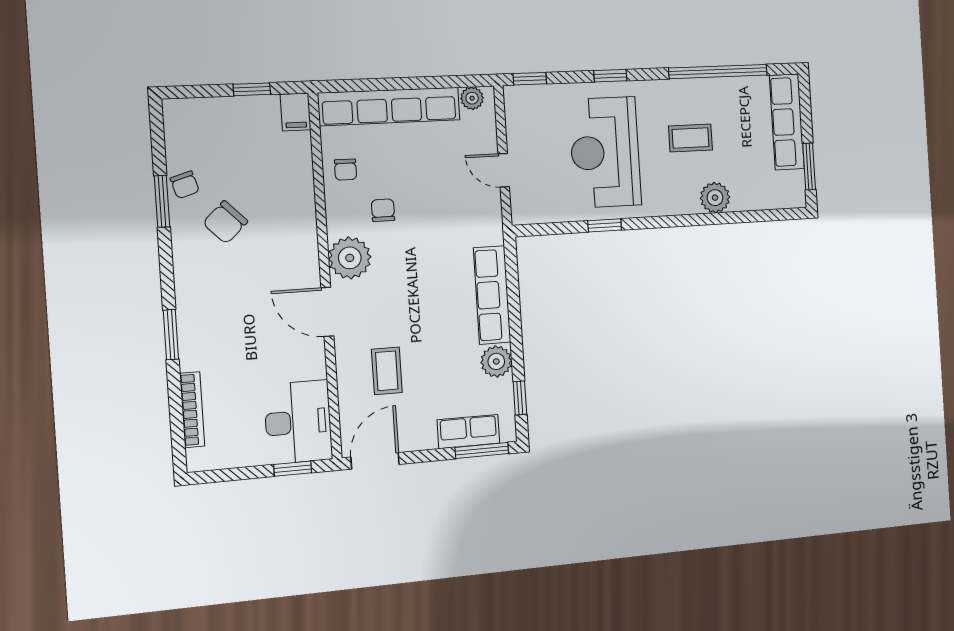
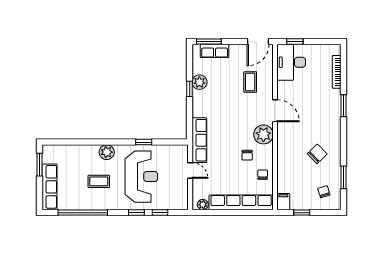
window: (530, 79) -> (160, 213), moved
chair: (185, 185) -> (324, 192), moved
plant: (715, 198) -> (107, 152), moved
window: (162, 201) -> (344, 177), moved
row of seats: (492, 295) -> (199, 140), moved
window: (520, 398) -> (190, 89), moved

